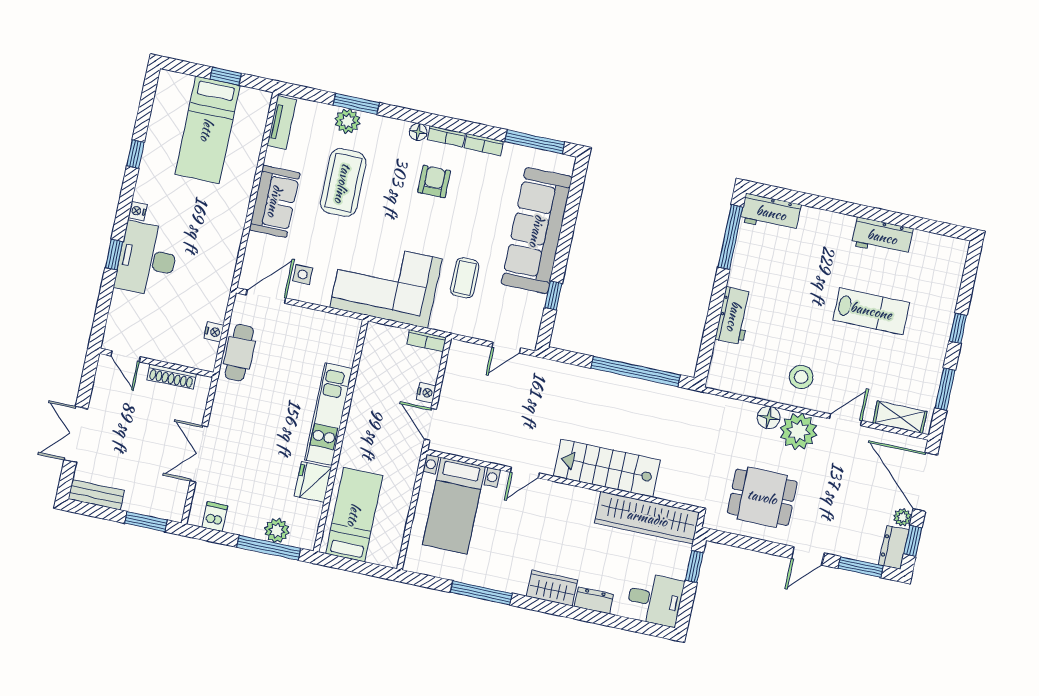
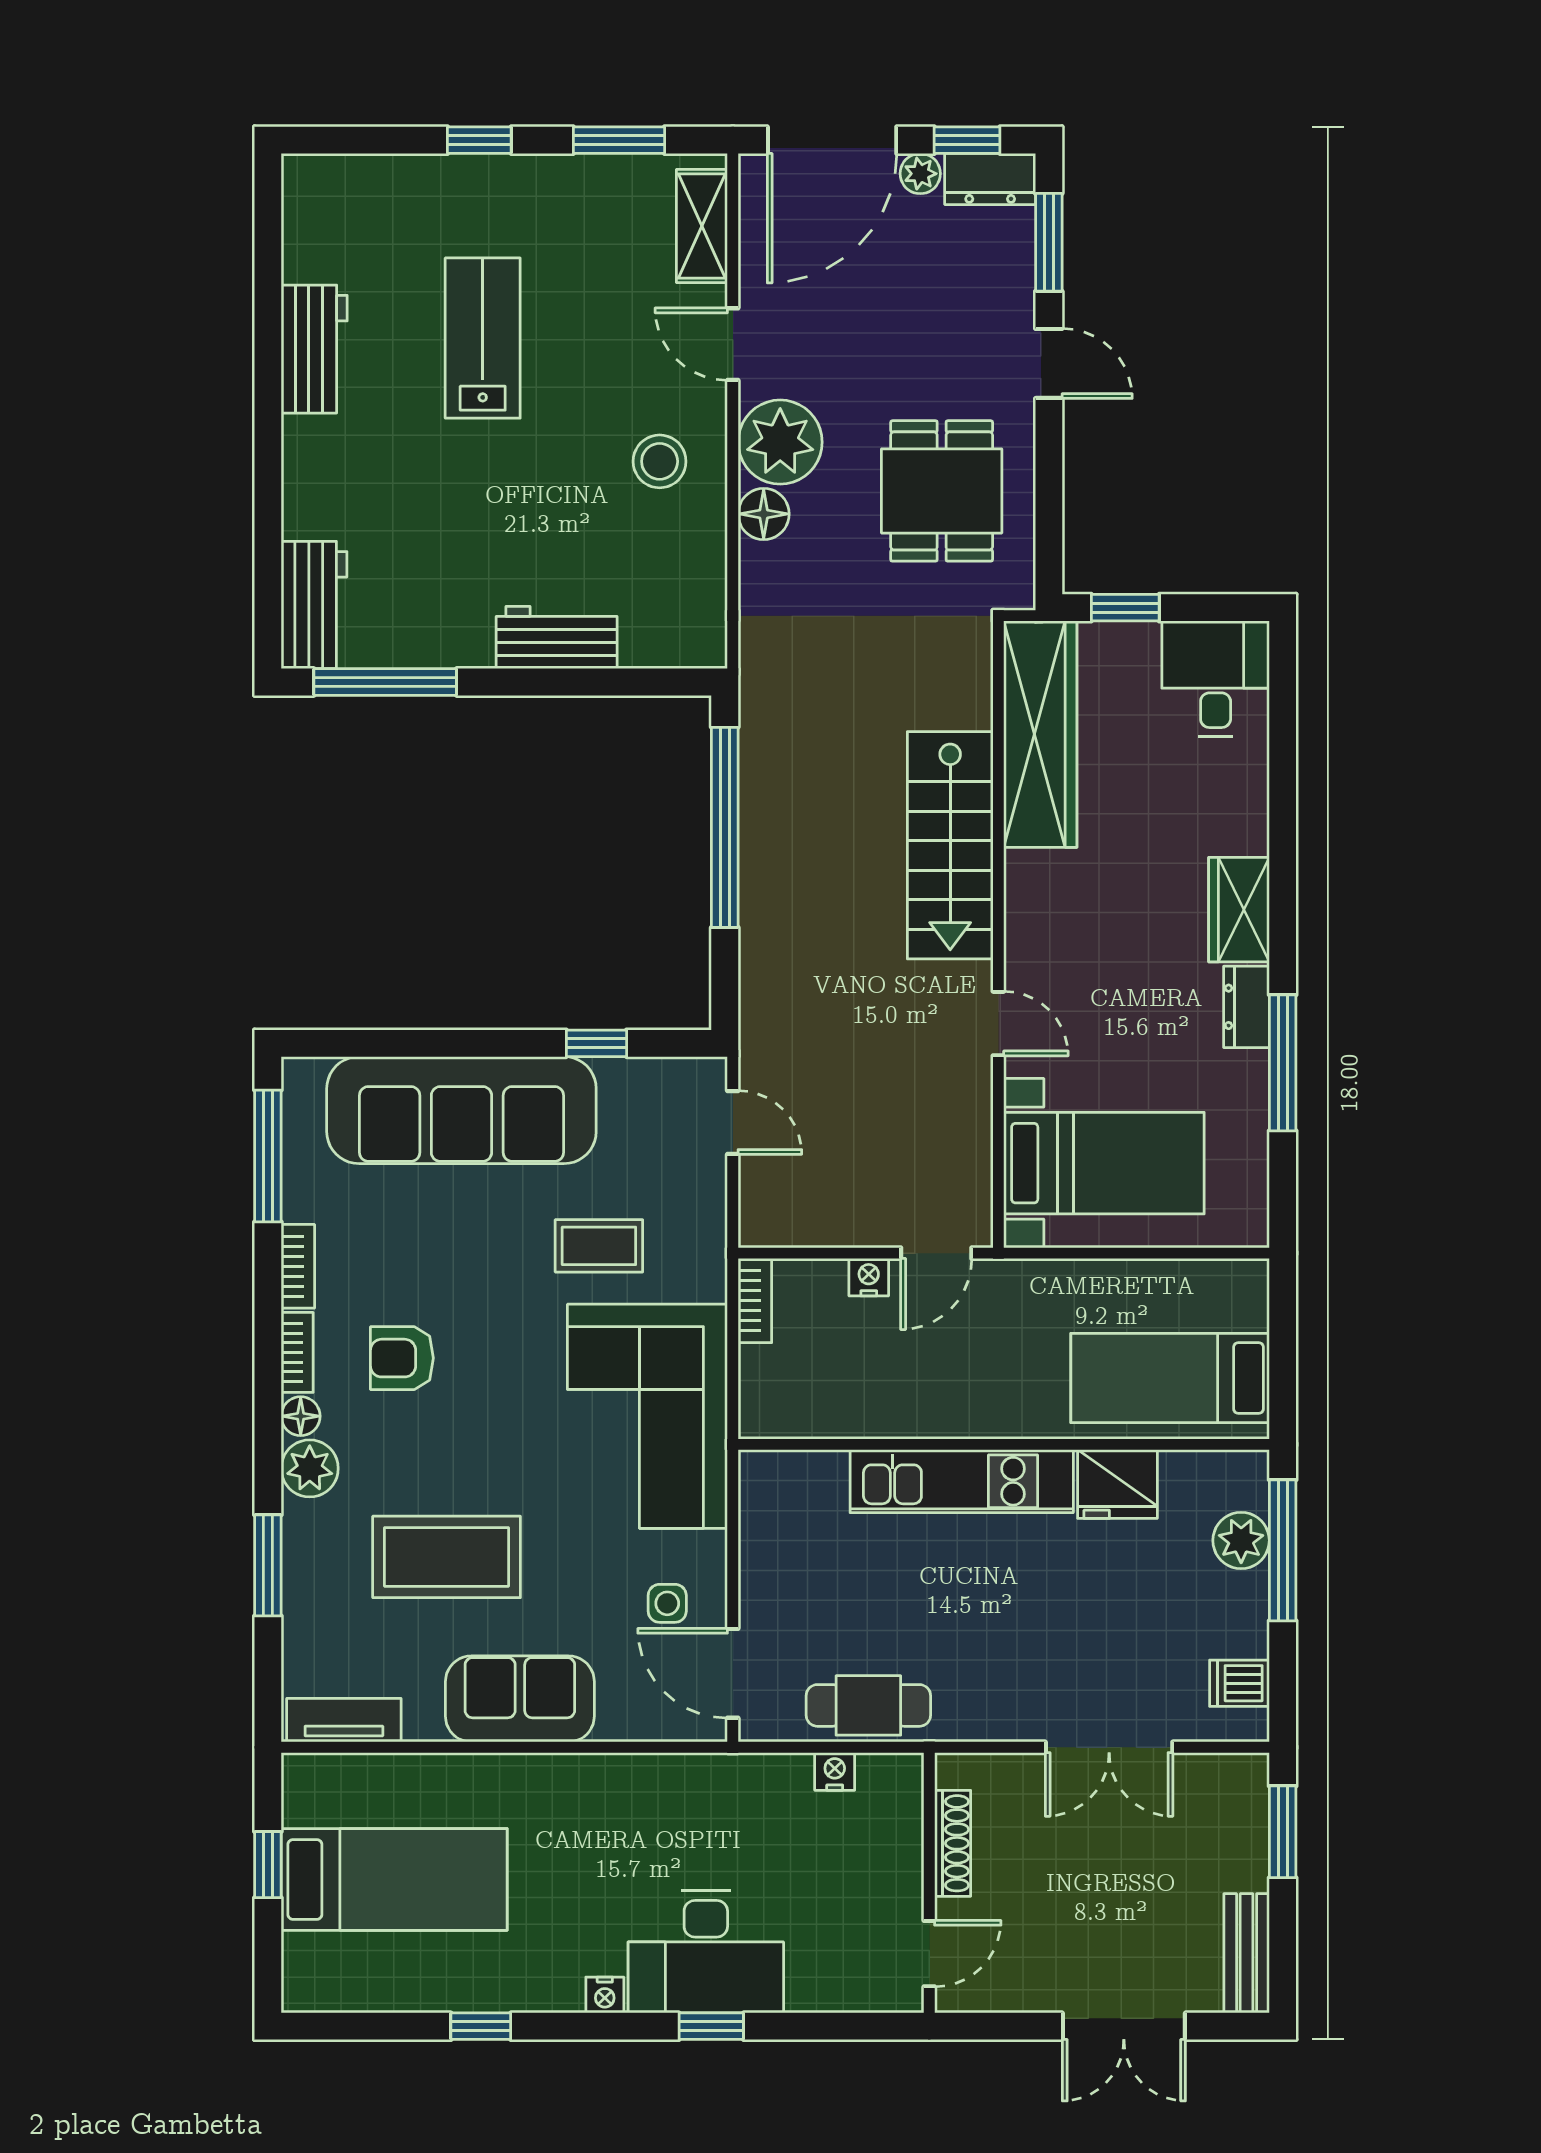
plant: (348, 121) -> (310, 1468), moved
dresser: (594, 600) -> (1246, 1007), moved

